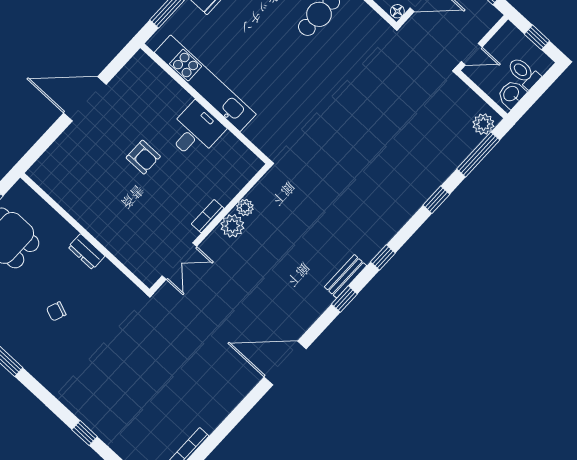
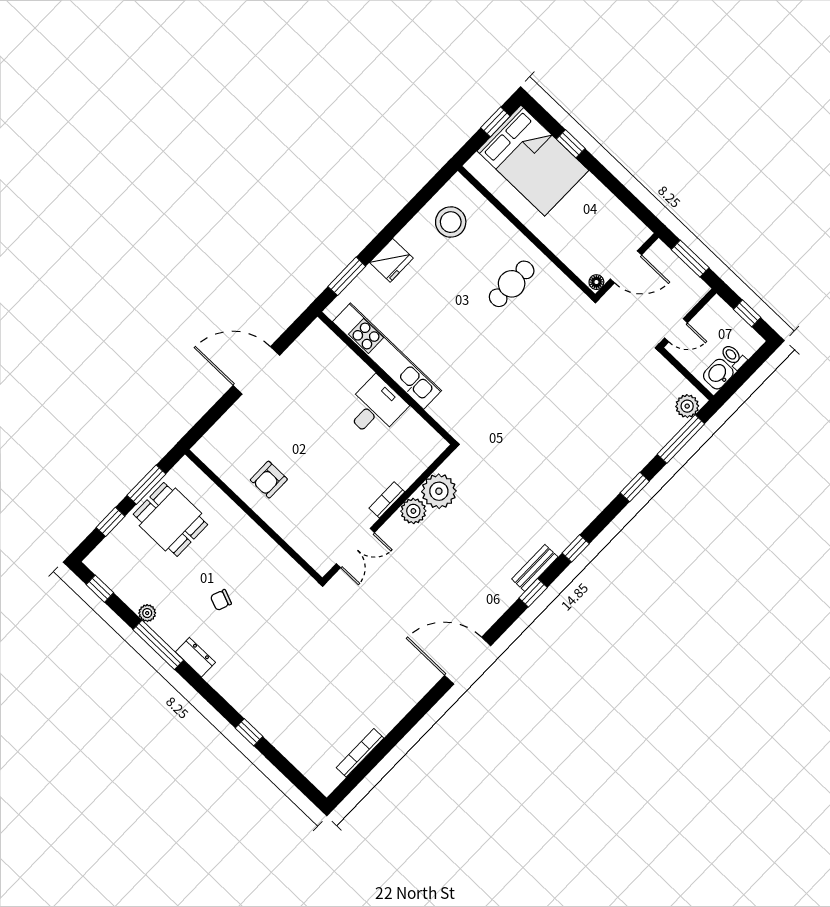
toilet: (524, 73) -> (733, 357), width x0.73, depth x0.72
armchair: (143, 157) -> (269, 480), moved, turned 90
plant: (245, 207) -> (439, 491), width x1.88, depth x1.88
dresser: (86, 252) -> (195, 657), moved, turned 180

